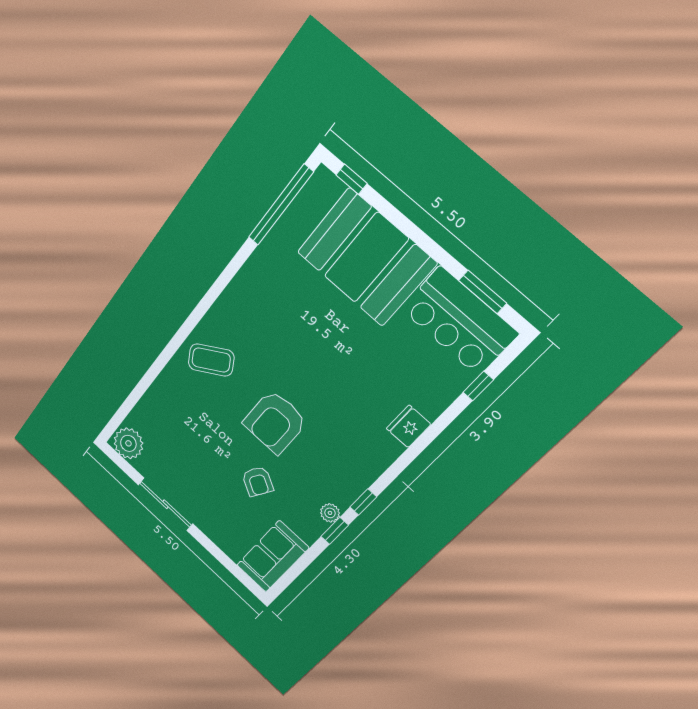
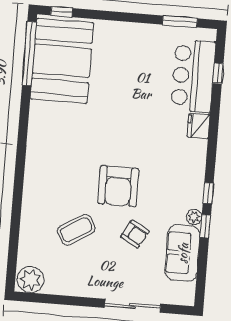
booth: (366, 257) -> (62, 61), moved, turned 90
bar counter: (459, 321) -> (193, 76), moved, turned 90
coffee table: (211, 360) -> (76, 230), moved
sliding door: (165, 504) -> (132, 306), moved
sofa: (273, 557) -> (183, 253), moved

